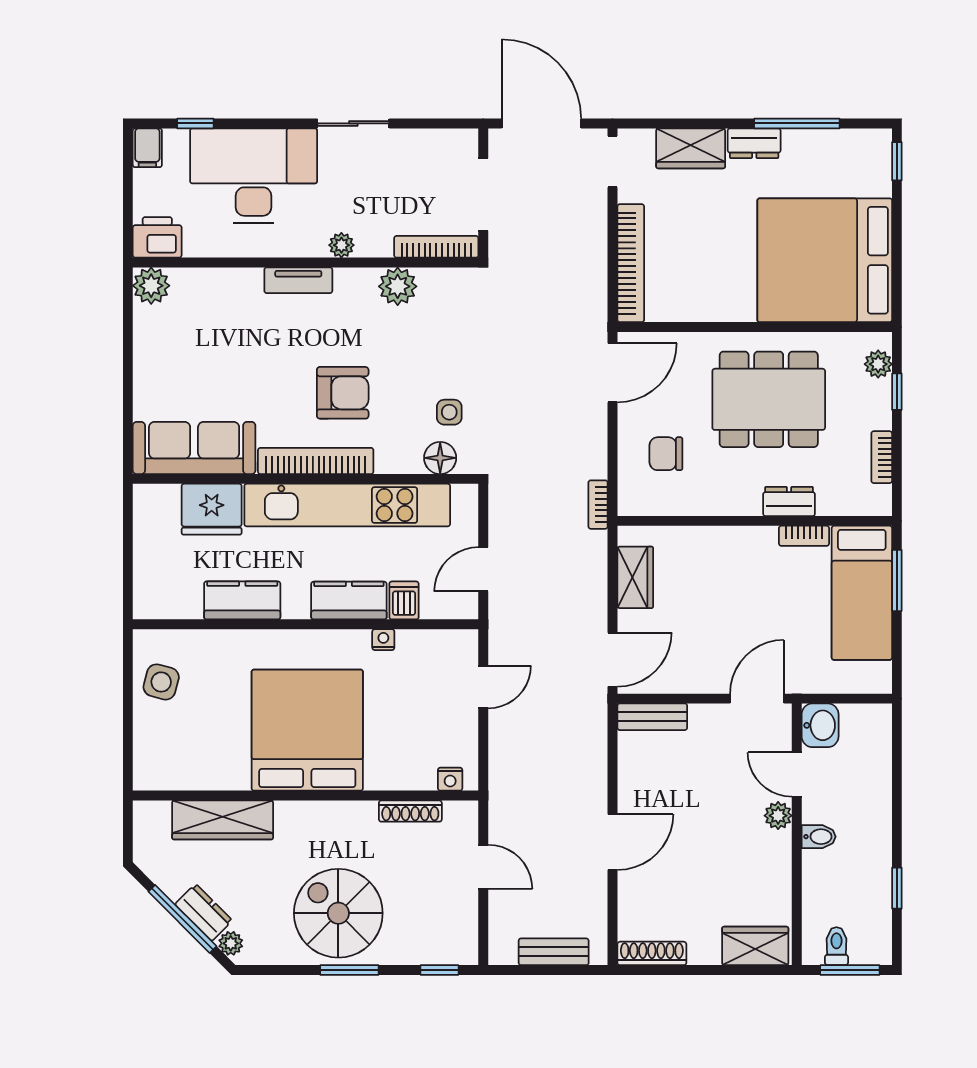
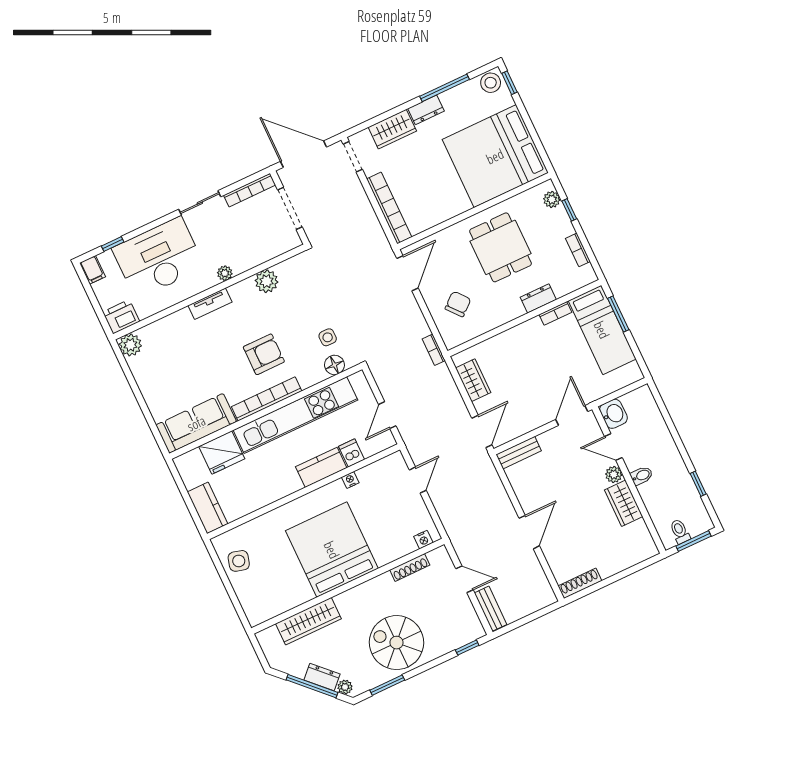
stool: (869, 148) -> (491, 83), added
bookcase: (436, 247) -> (250, 190), moved, turned 180
dining table: (769, 399) -> (501, 247), width x0.73
chair: (666, 454) -> (458, 304), turned 140
kitchen counter: (242, 600) -> (207, 508), moved, turned 90
wardrobe: (755, 946) -> (624, 503), moved, turned -90
bench: (554, 952) -> (491, 609), moved, turned 90
window: (349, 970) -> (387, 685), moved

